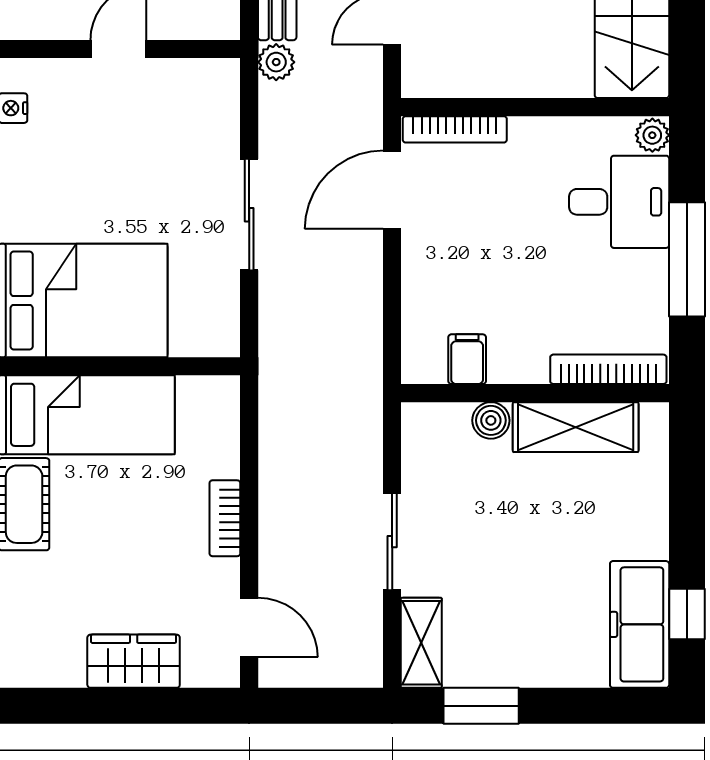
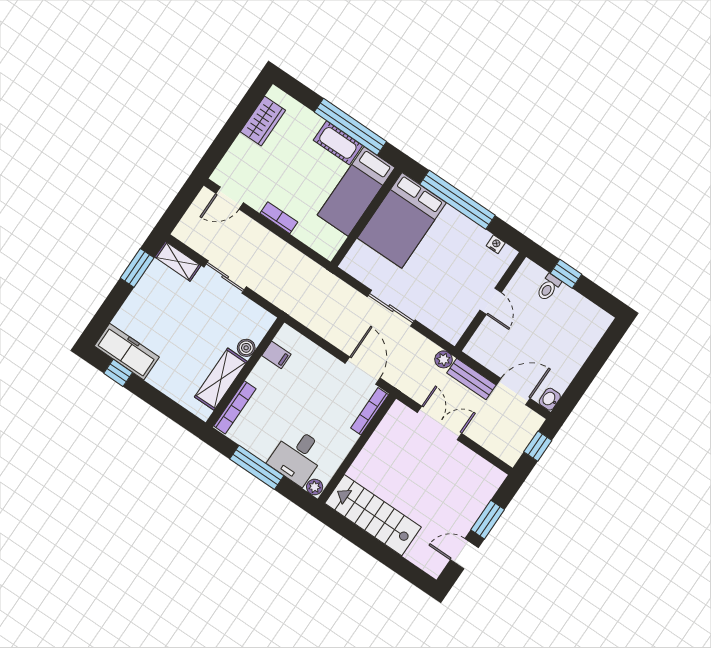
wardrobe: (134, 661) -> (263, 121), moved

